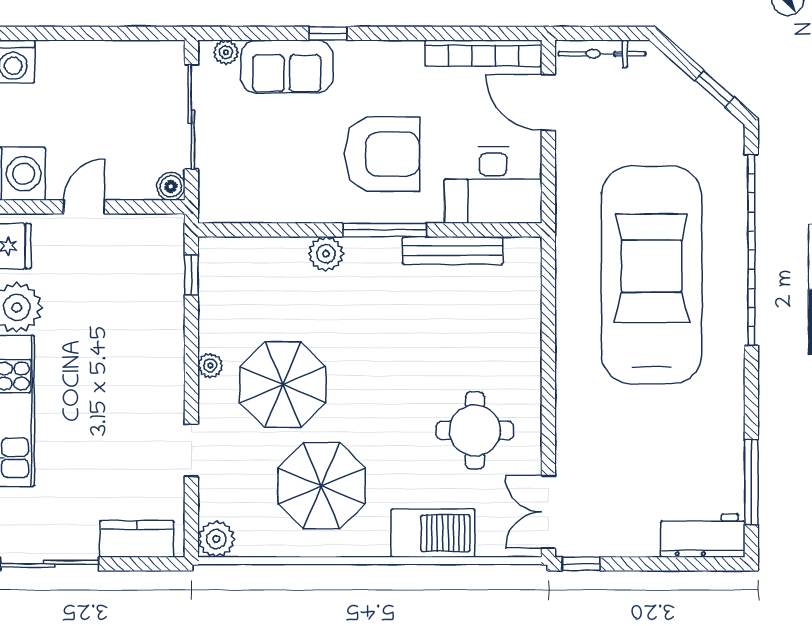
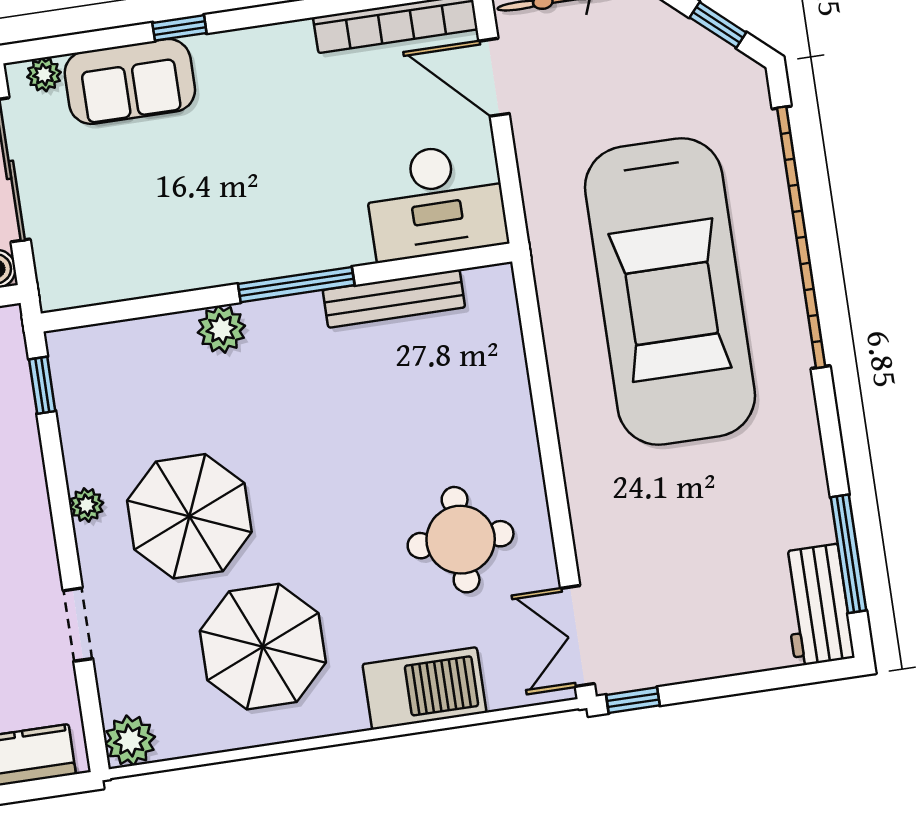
armchair: (382, 154) -> (278, 182), removed
car: (652, 275) -> (670, 291), turned 180
workbench: (703, 536) -> (817, 605), moved, turned -90

